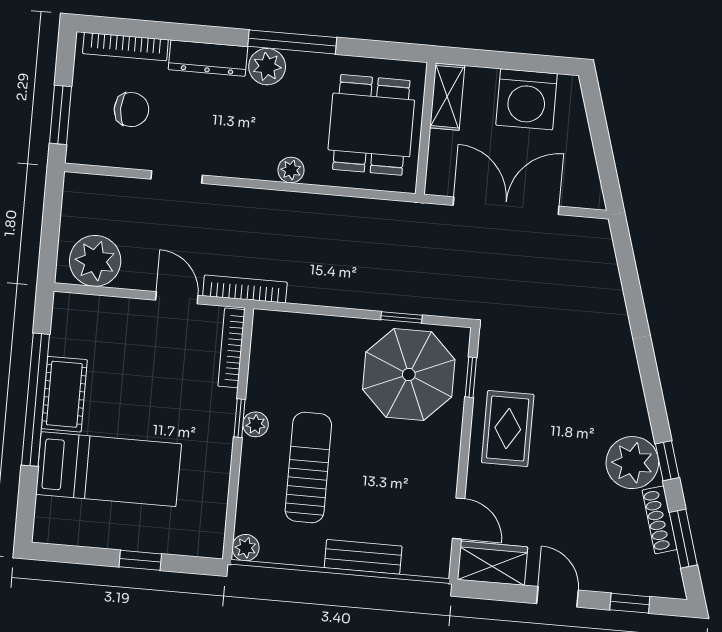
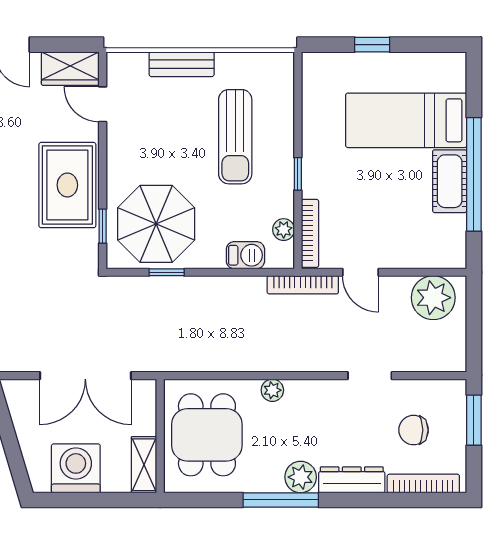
barbecue: (308, 329) -> (245, 255), added
plant: (256, 424) -> (284, 230), moved
rug: (508, 429) -> (67, 185), width x1.36, depth x1.43
plant: (246, 548) -> (283, 63), removed

